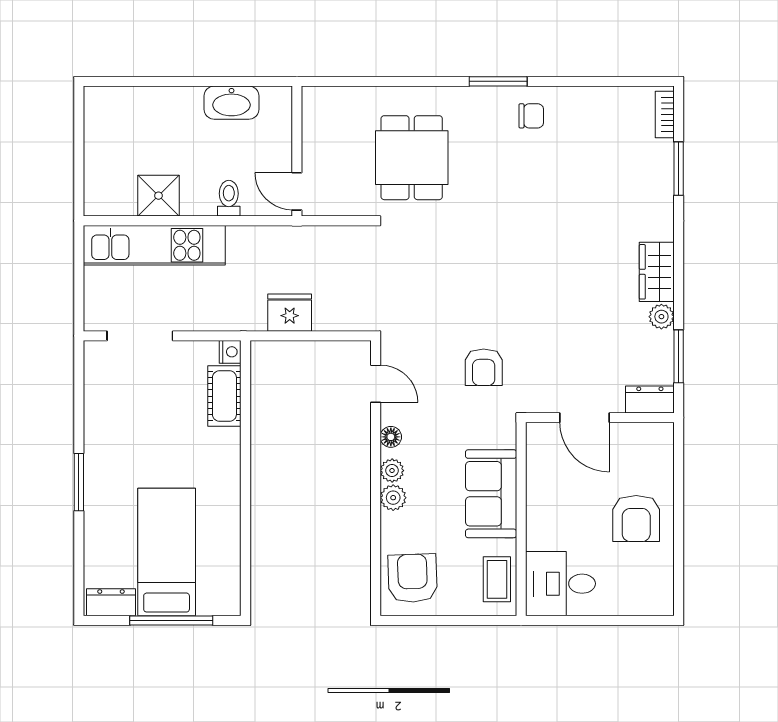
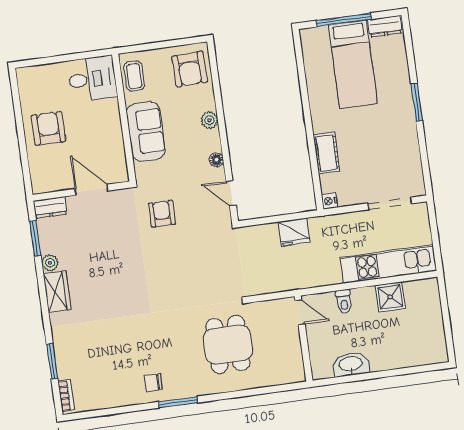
cot: (224, 396) -> (326, 153), moved
plant: (392, 471) -> (213, 138), removed

